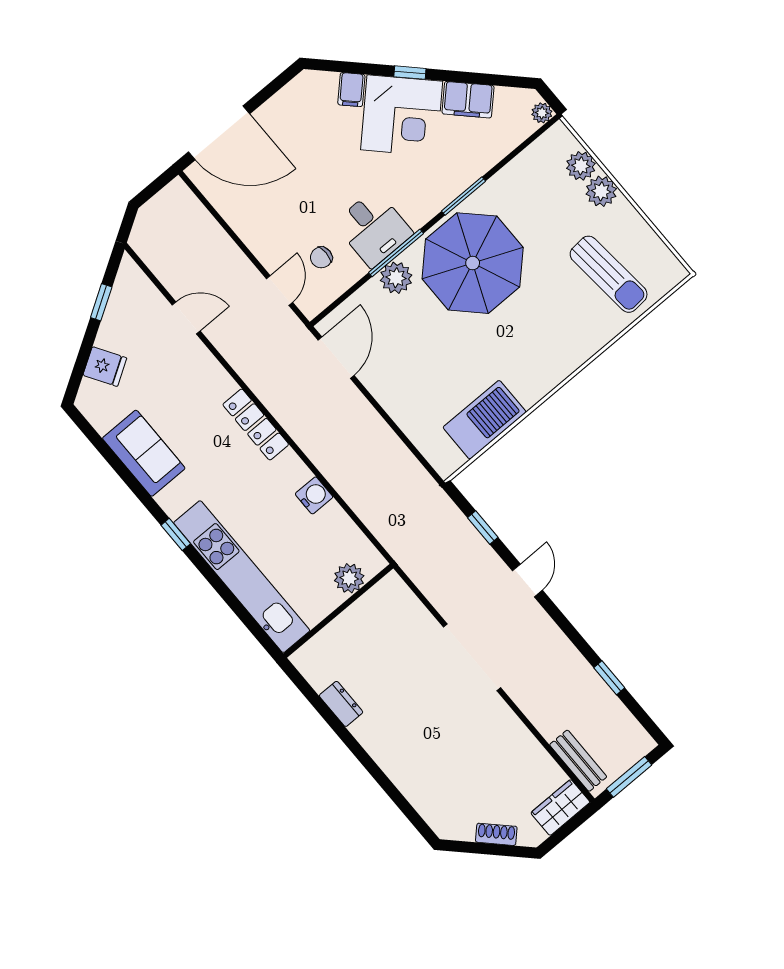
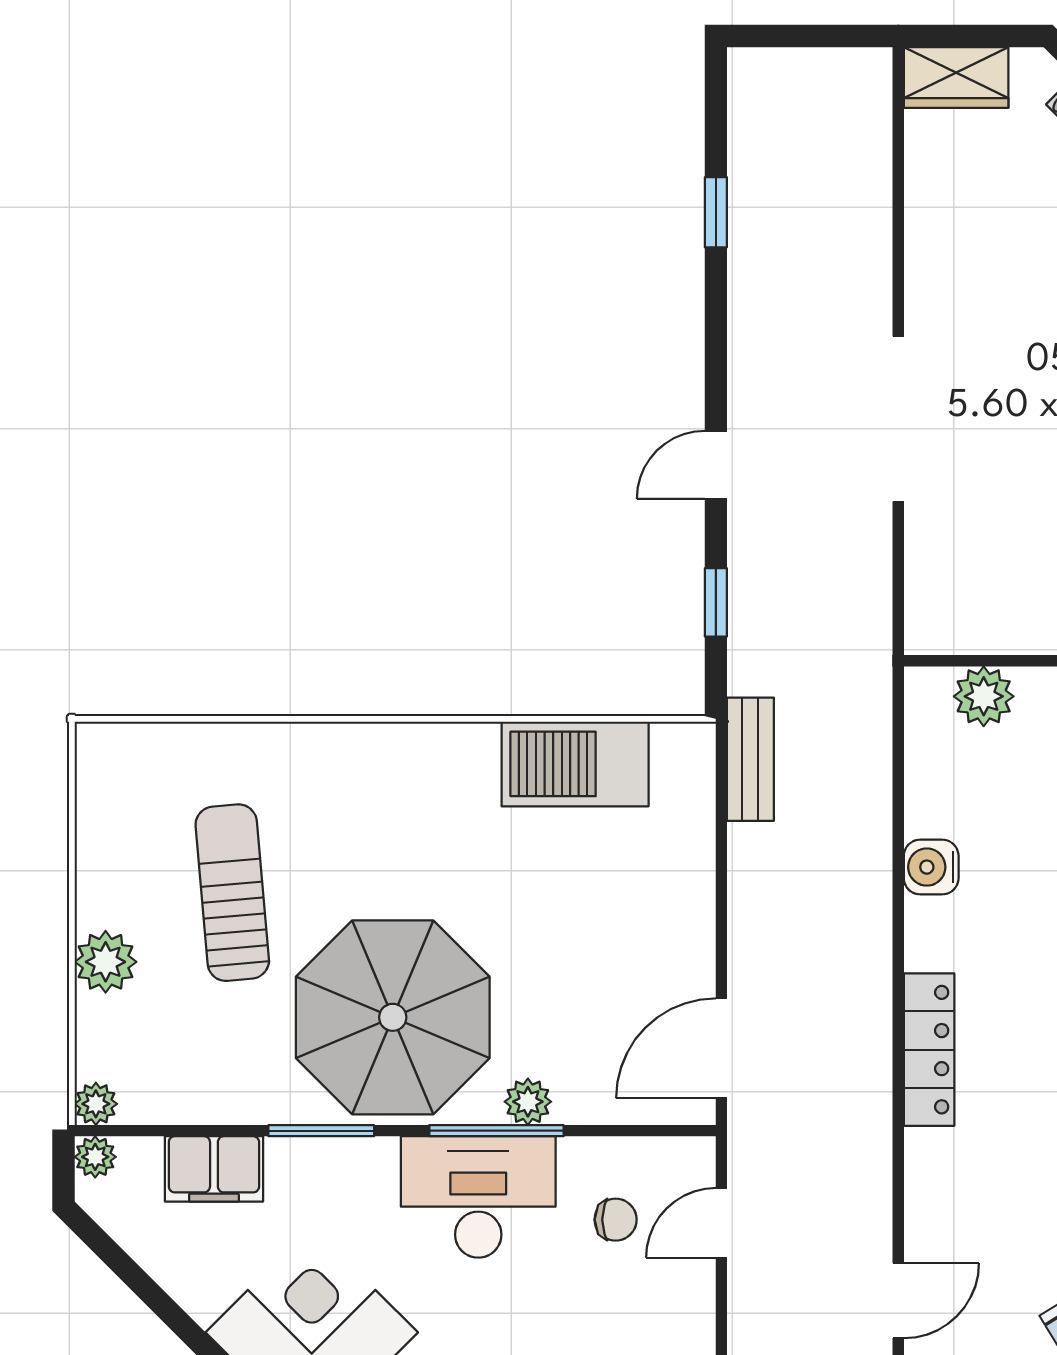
filing cabinet: (468, 100) -> (214, 1169), moved, turned 135
plant: (581, 166) -> (96, 1104), moved, width x0.73, depth x0.73
desk: (373, 228) -> (478, 1197), width x1.37
sun lounger: (609, 274) -> (232, 893), moved
plant: (396, 278) -> (528, 1102), width x0.73, depth x0.73
door: (186, 318) -> (898, 1301), swing flipped
bench: (578, 761) -> (750, 759), moved
window: (629, 777) -> (813, 36), removed

